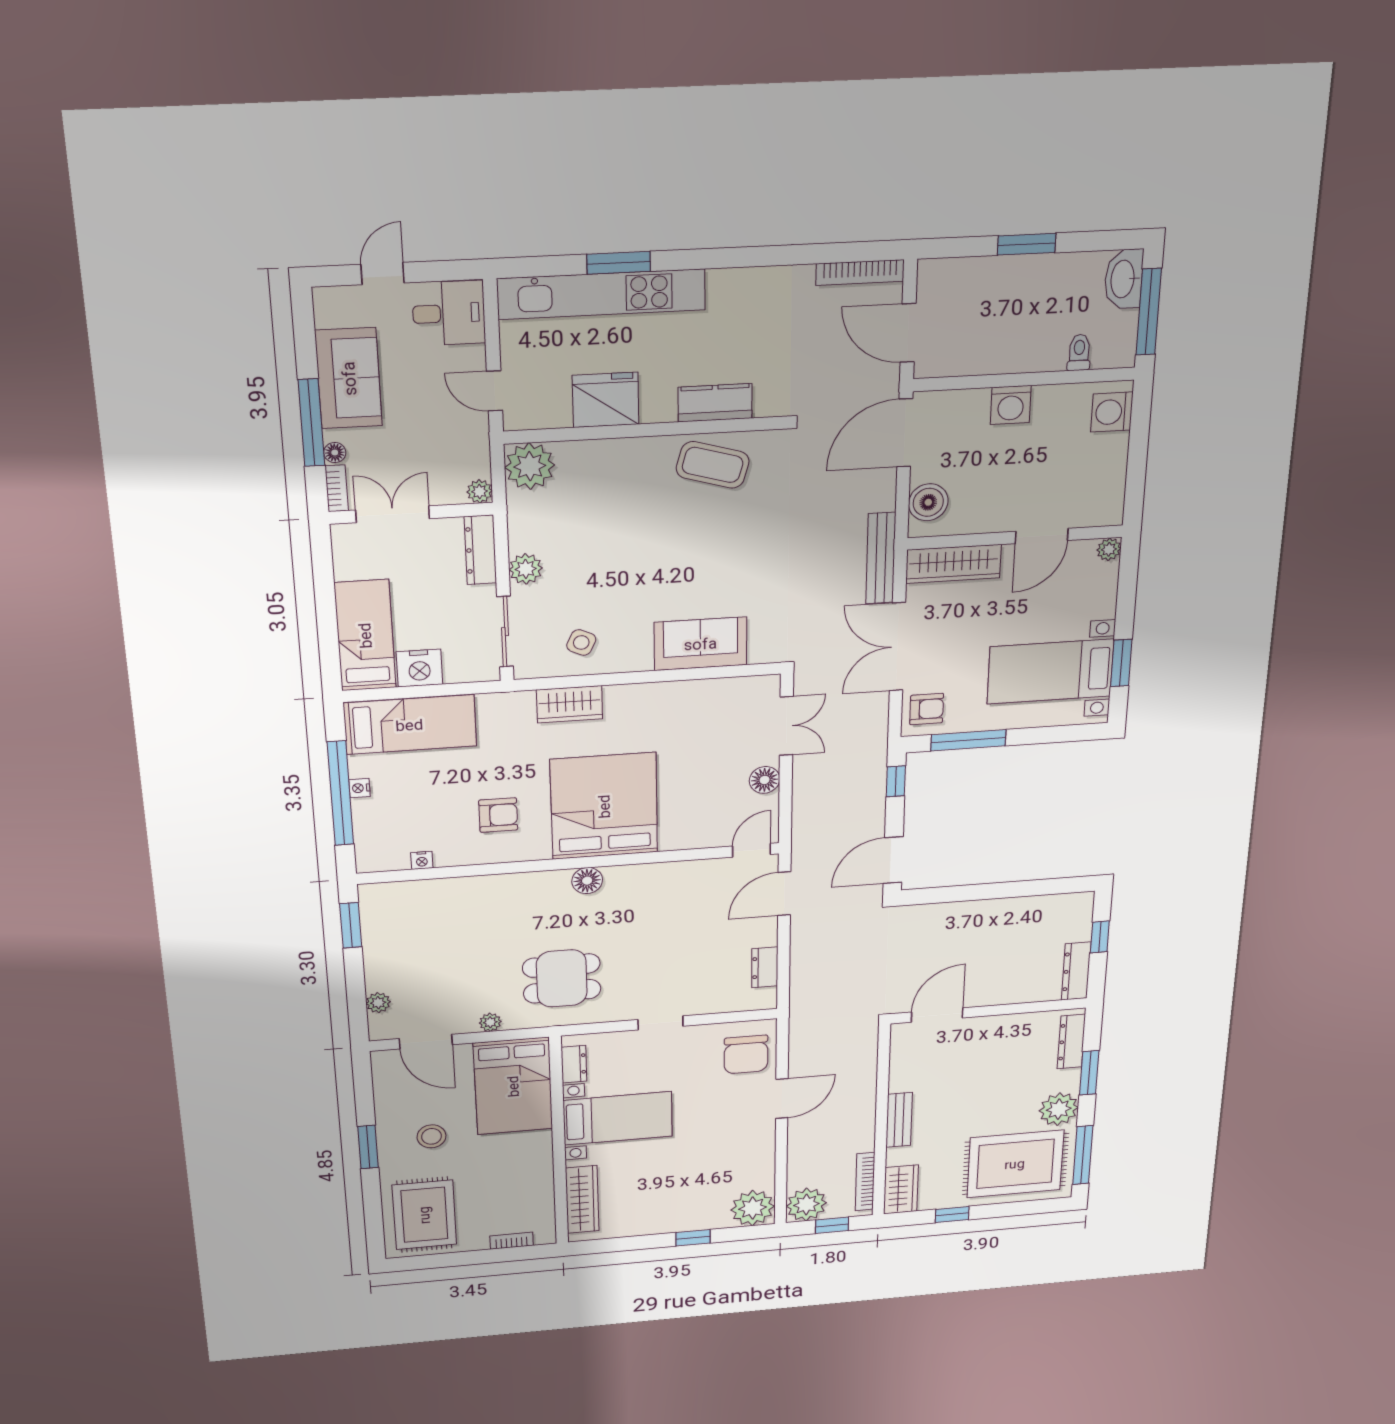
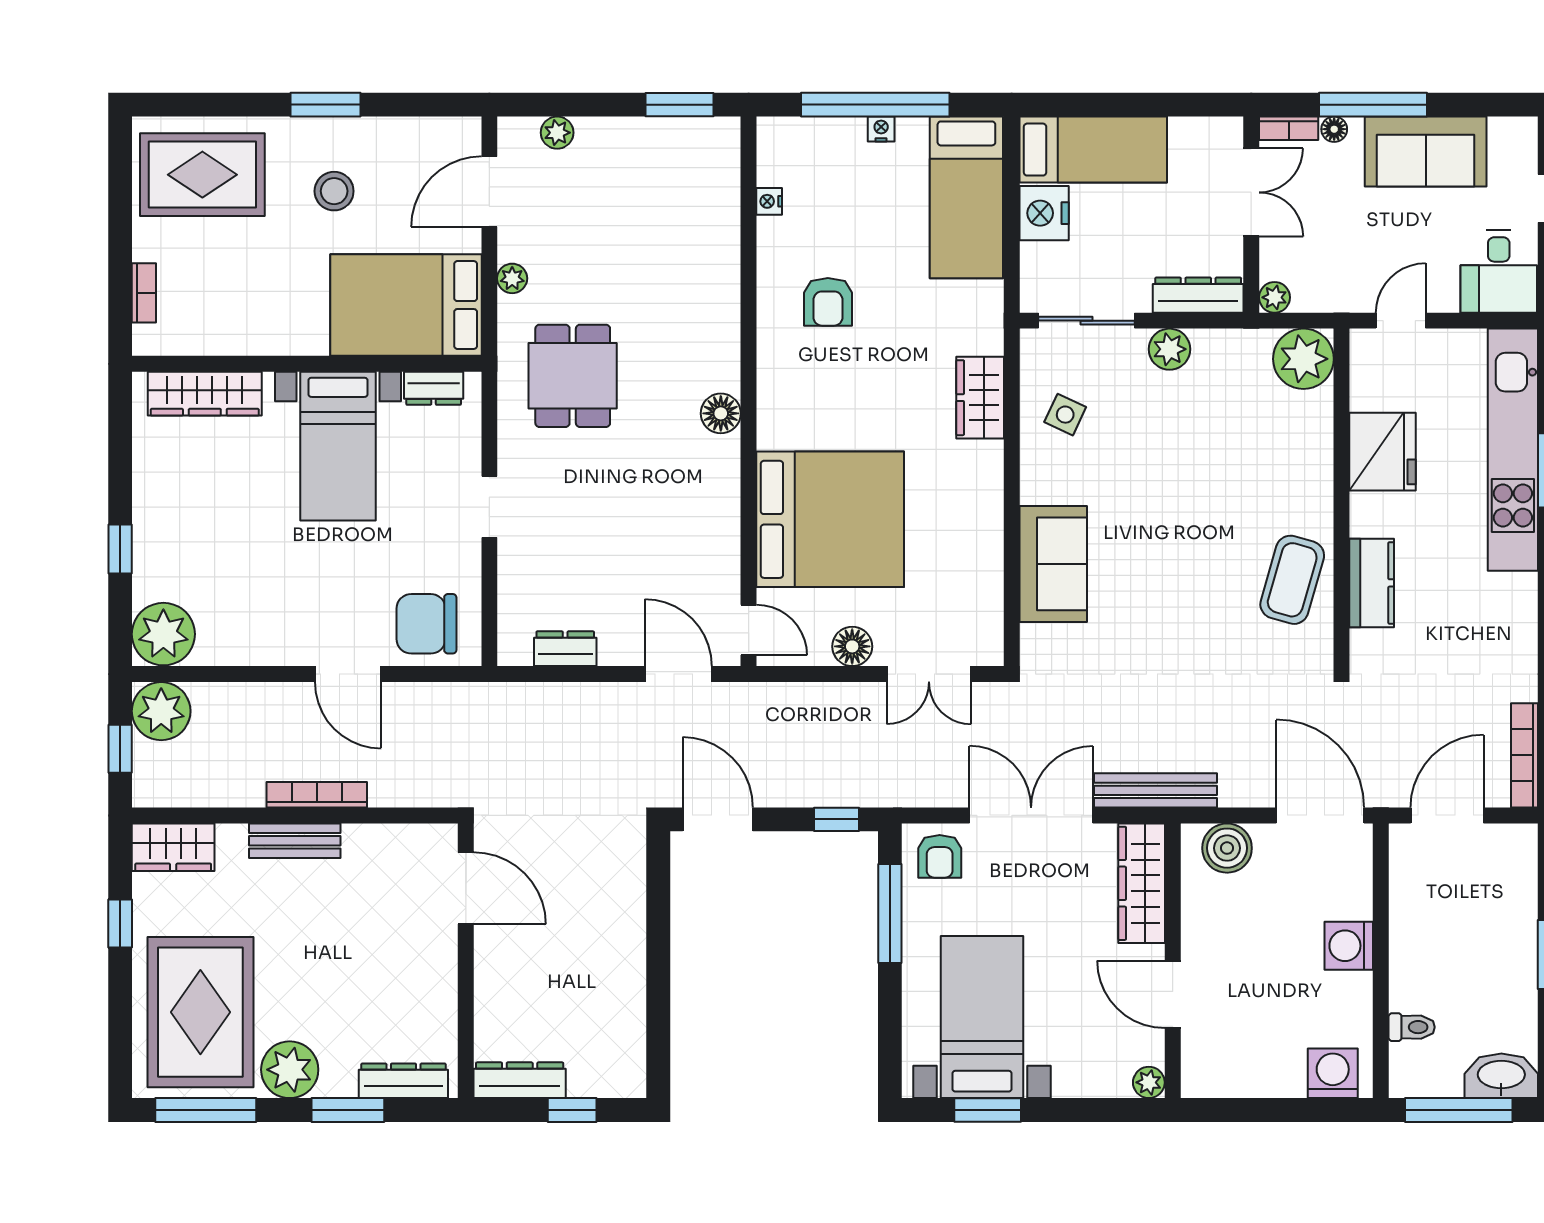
bed: (604, 806) -> (830, 519), moved
bookcase: (865, 1182) -> (317, 795), moved

